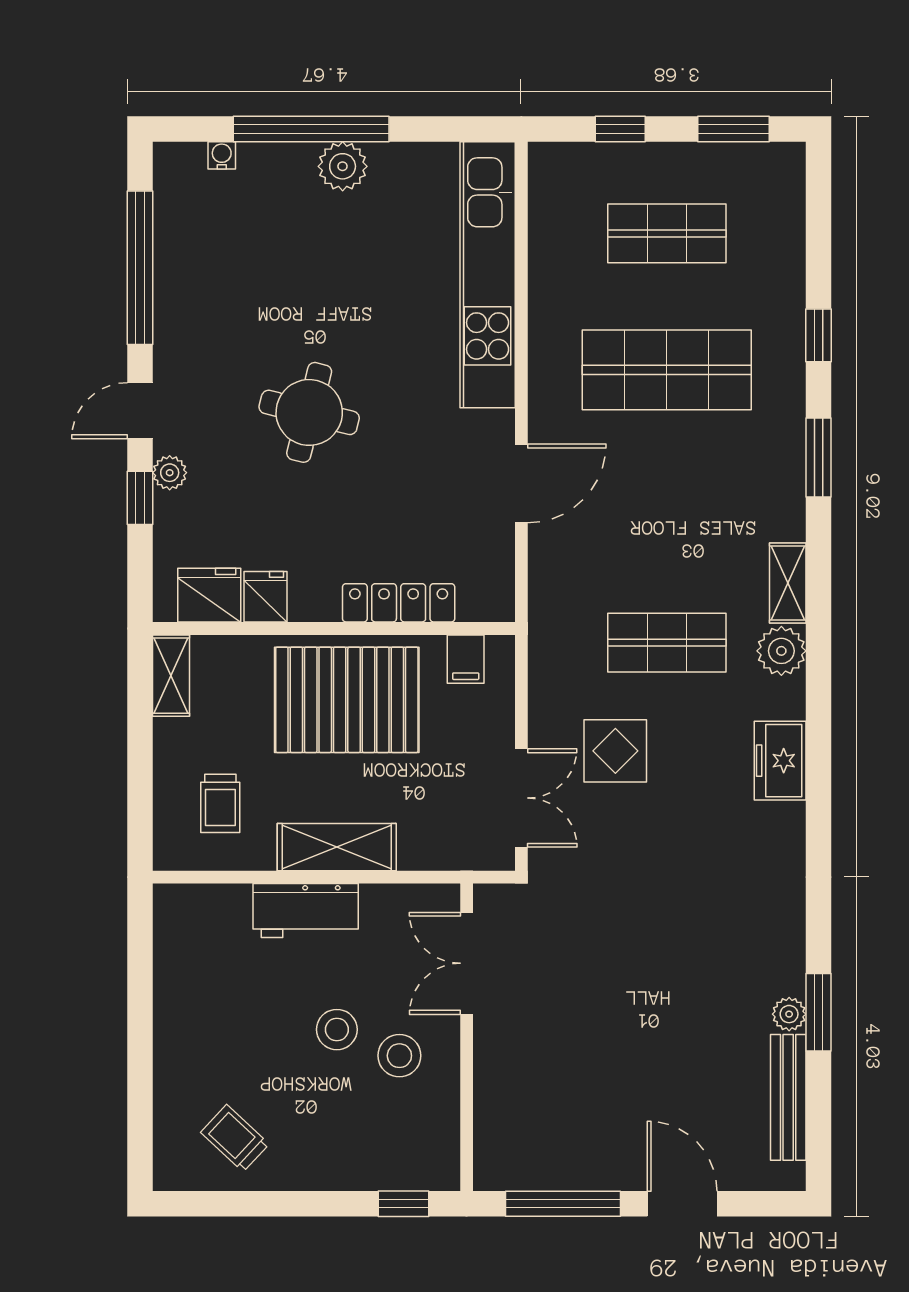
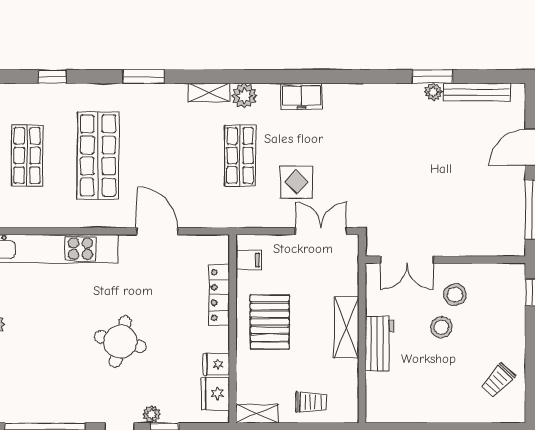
window: (818, 335) -> (52, 77), moved
pallet: (347, 700) -> (270, 322), width x0.73, depth x0.71
trolley: (220, 803) -> (311, 402), moved

